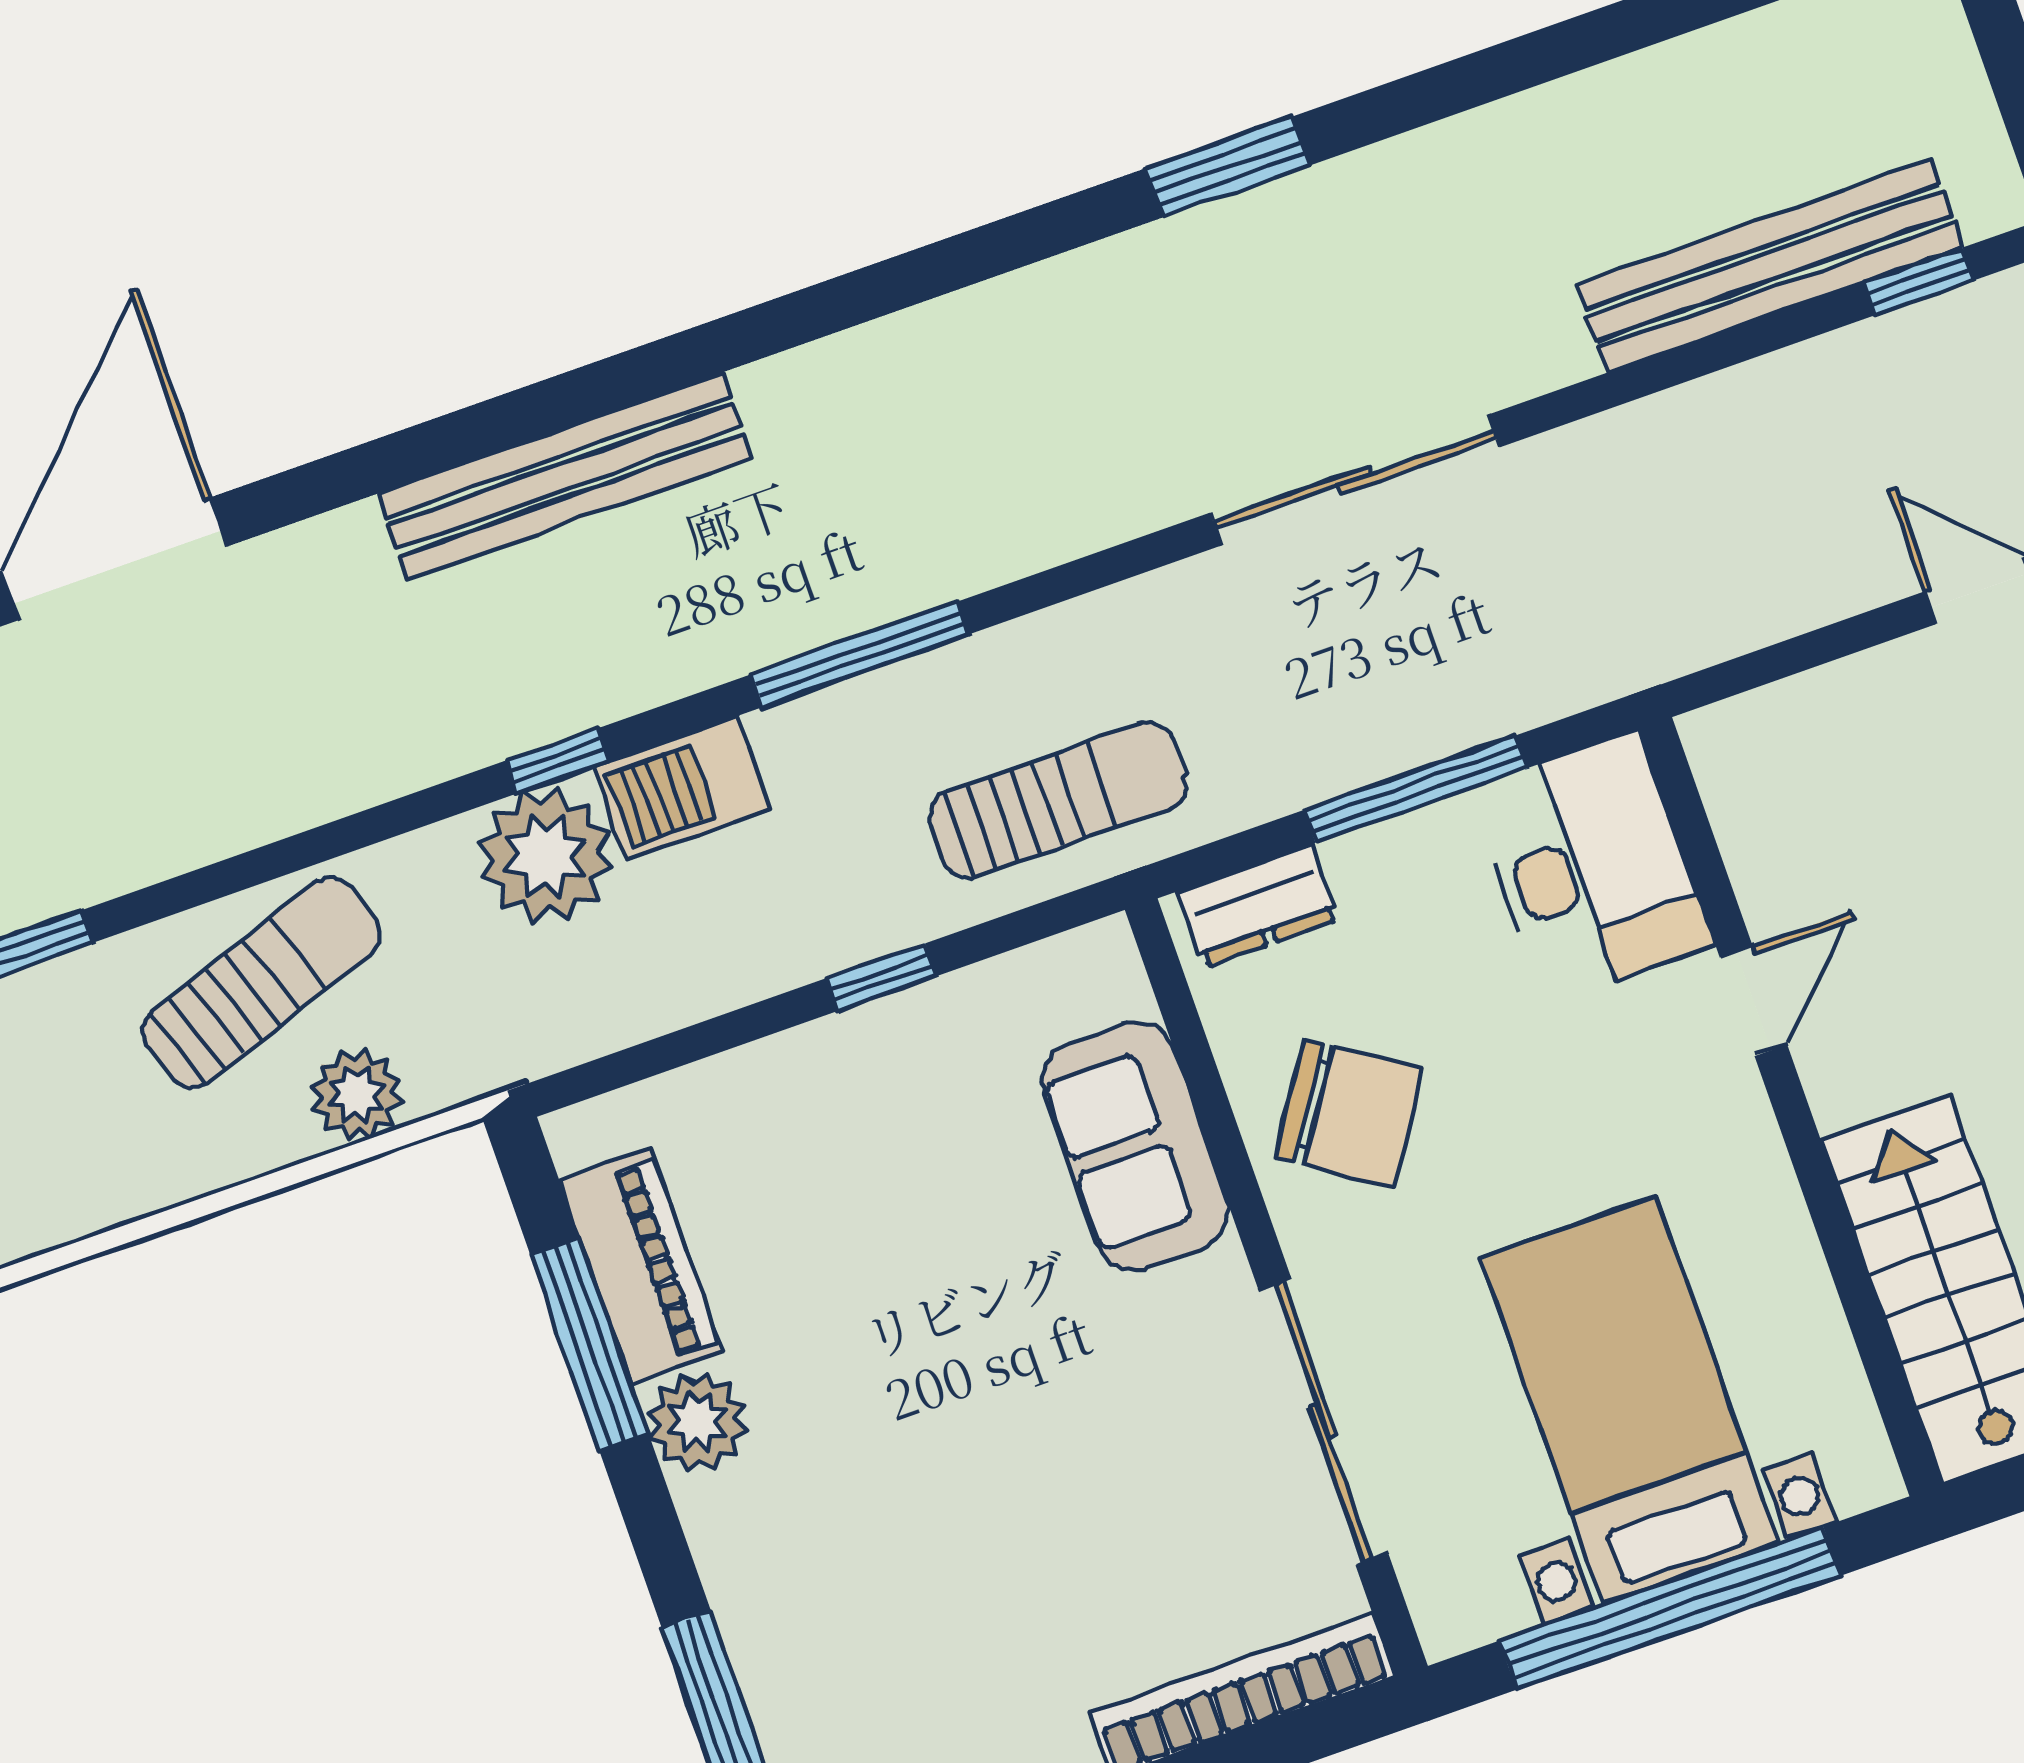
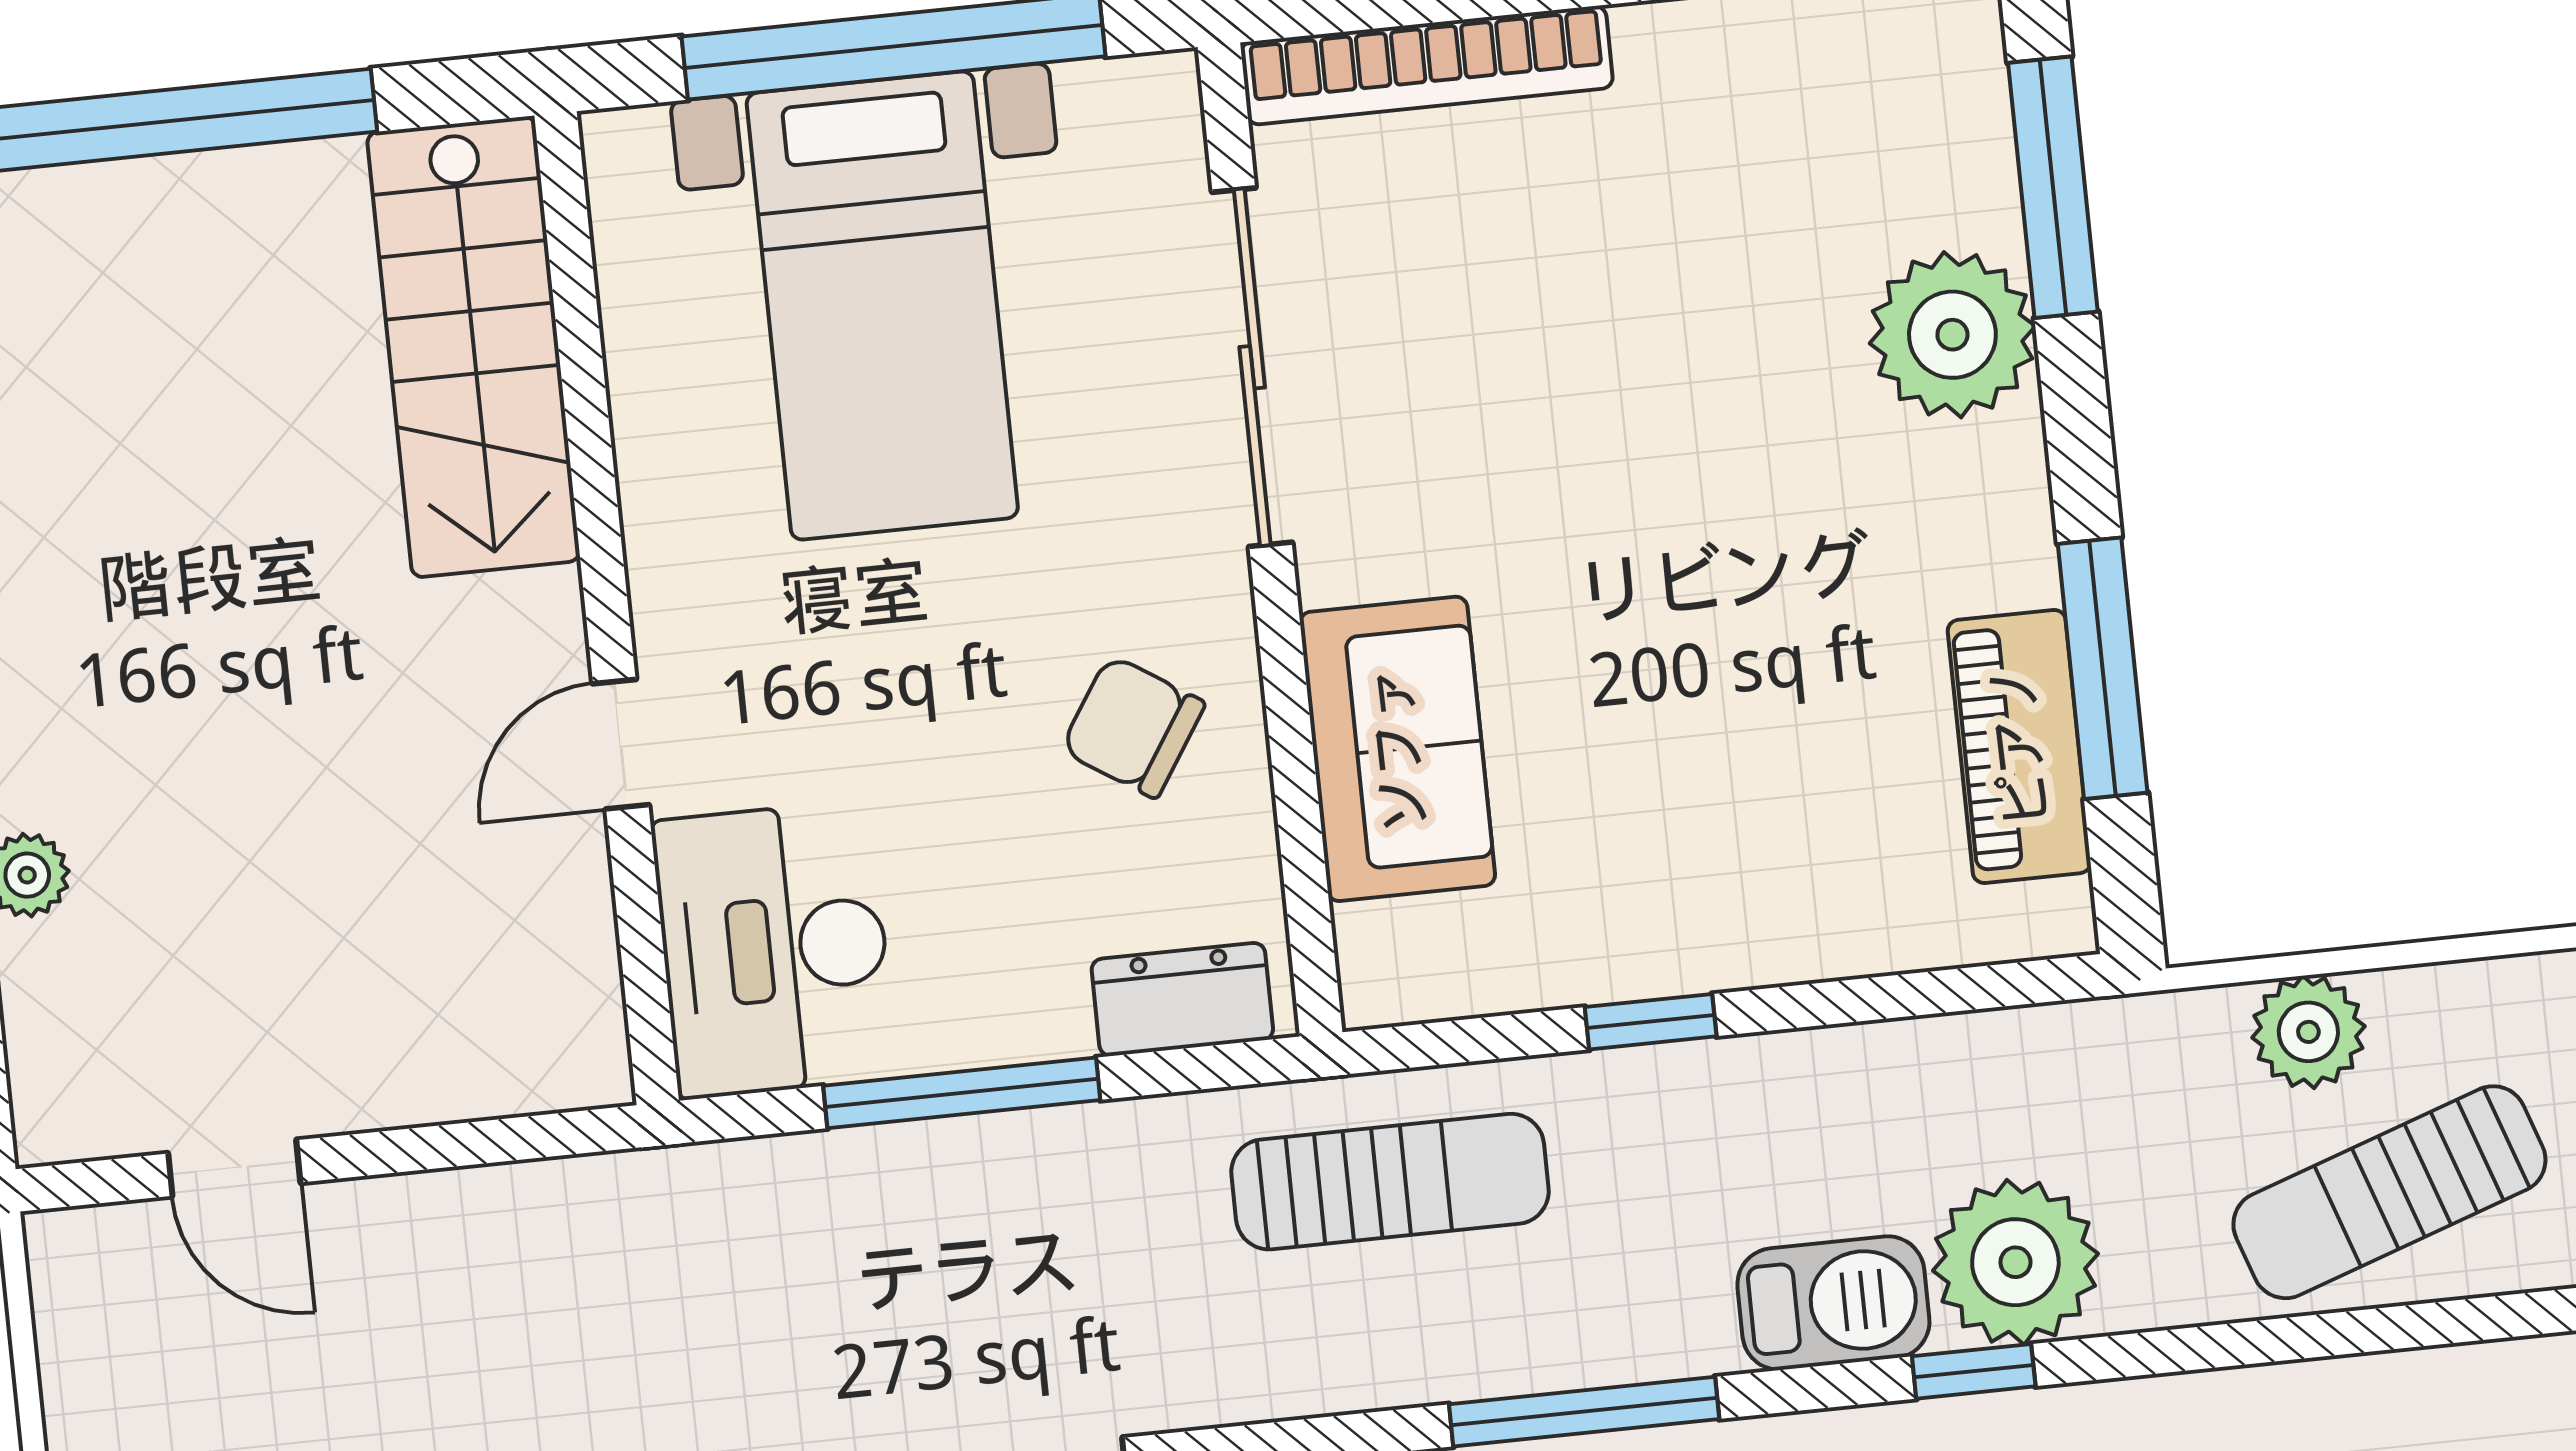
sun lounger: (1058, 800) -> (1390, 1182), turned 180
chair: (1350, 1113) -> (1133, 727), width x0.73, depth x0.73
plant: (697, 1422) -> (1952, 335), moved, width x1.36, depth x1.36

